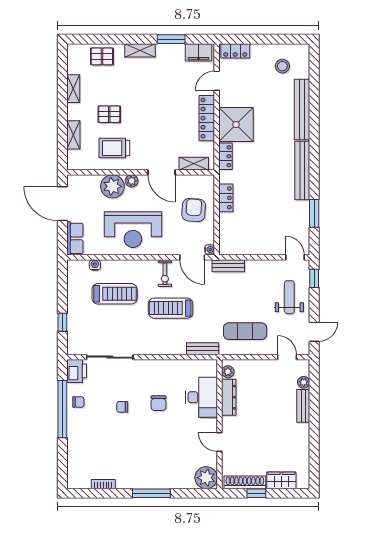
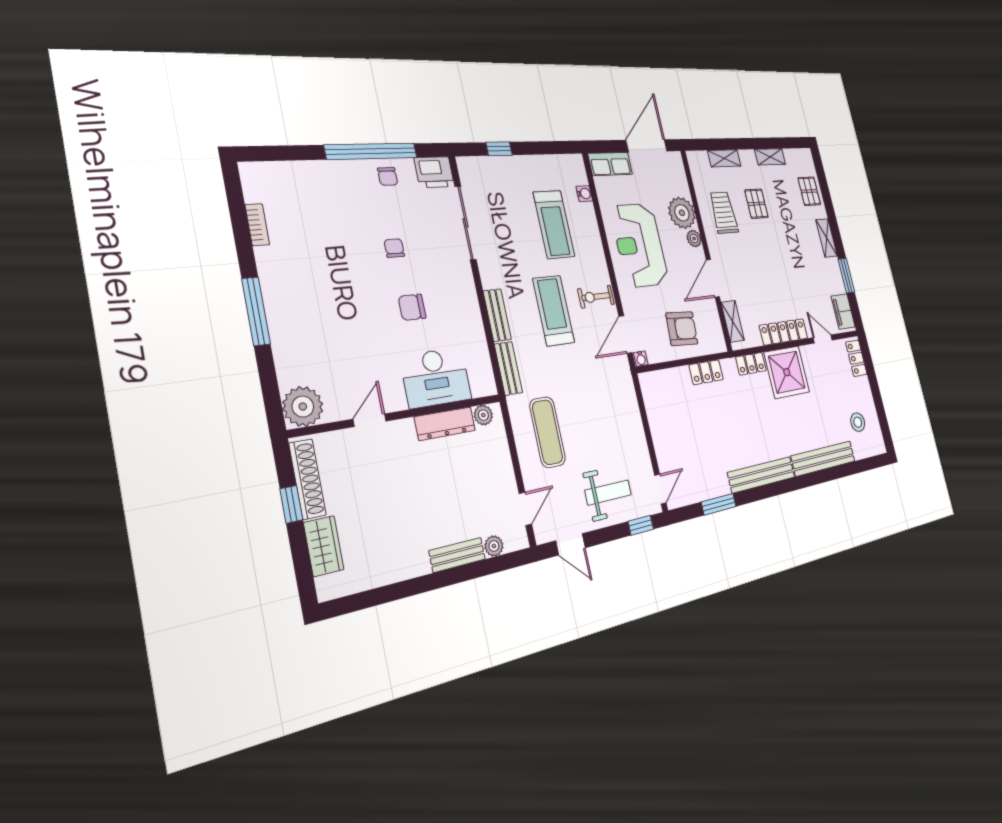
bench: (228, 266) -> (497, 315), moved

